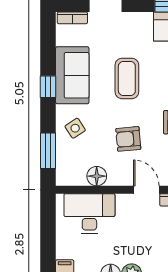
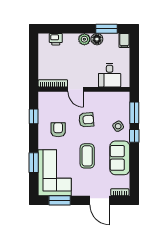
window: (48, 87) -> (134, 136), moved
floor lamp: (97, 176) -> (105, 98), removed
desk: (89, 213) -> (110, 75), width x0.73

